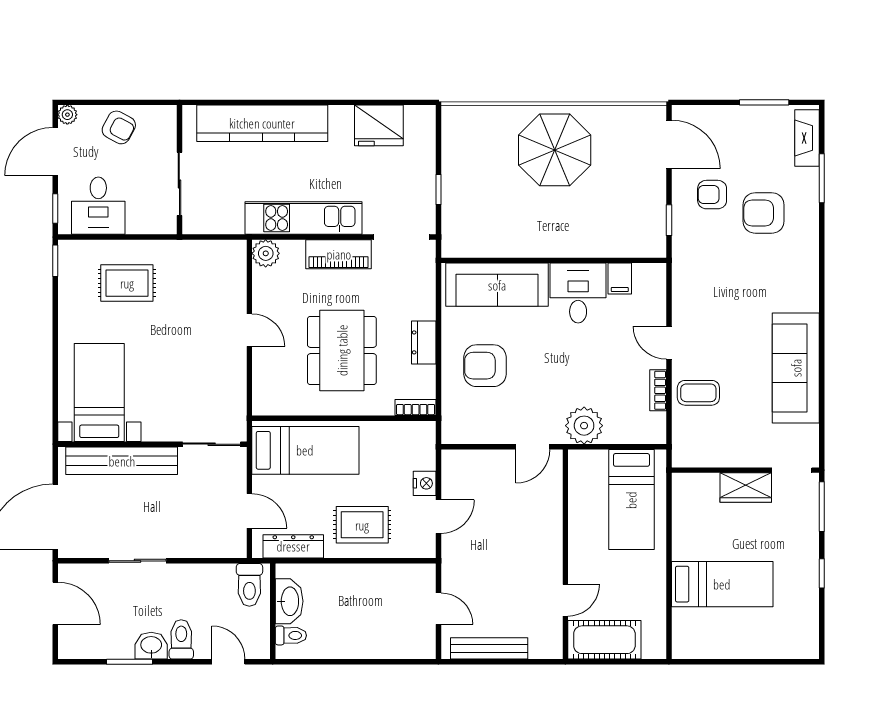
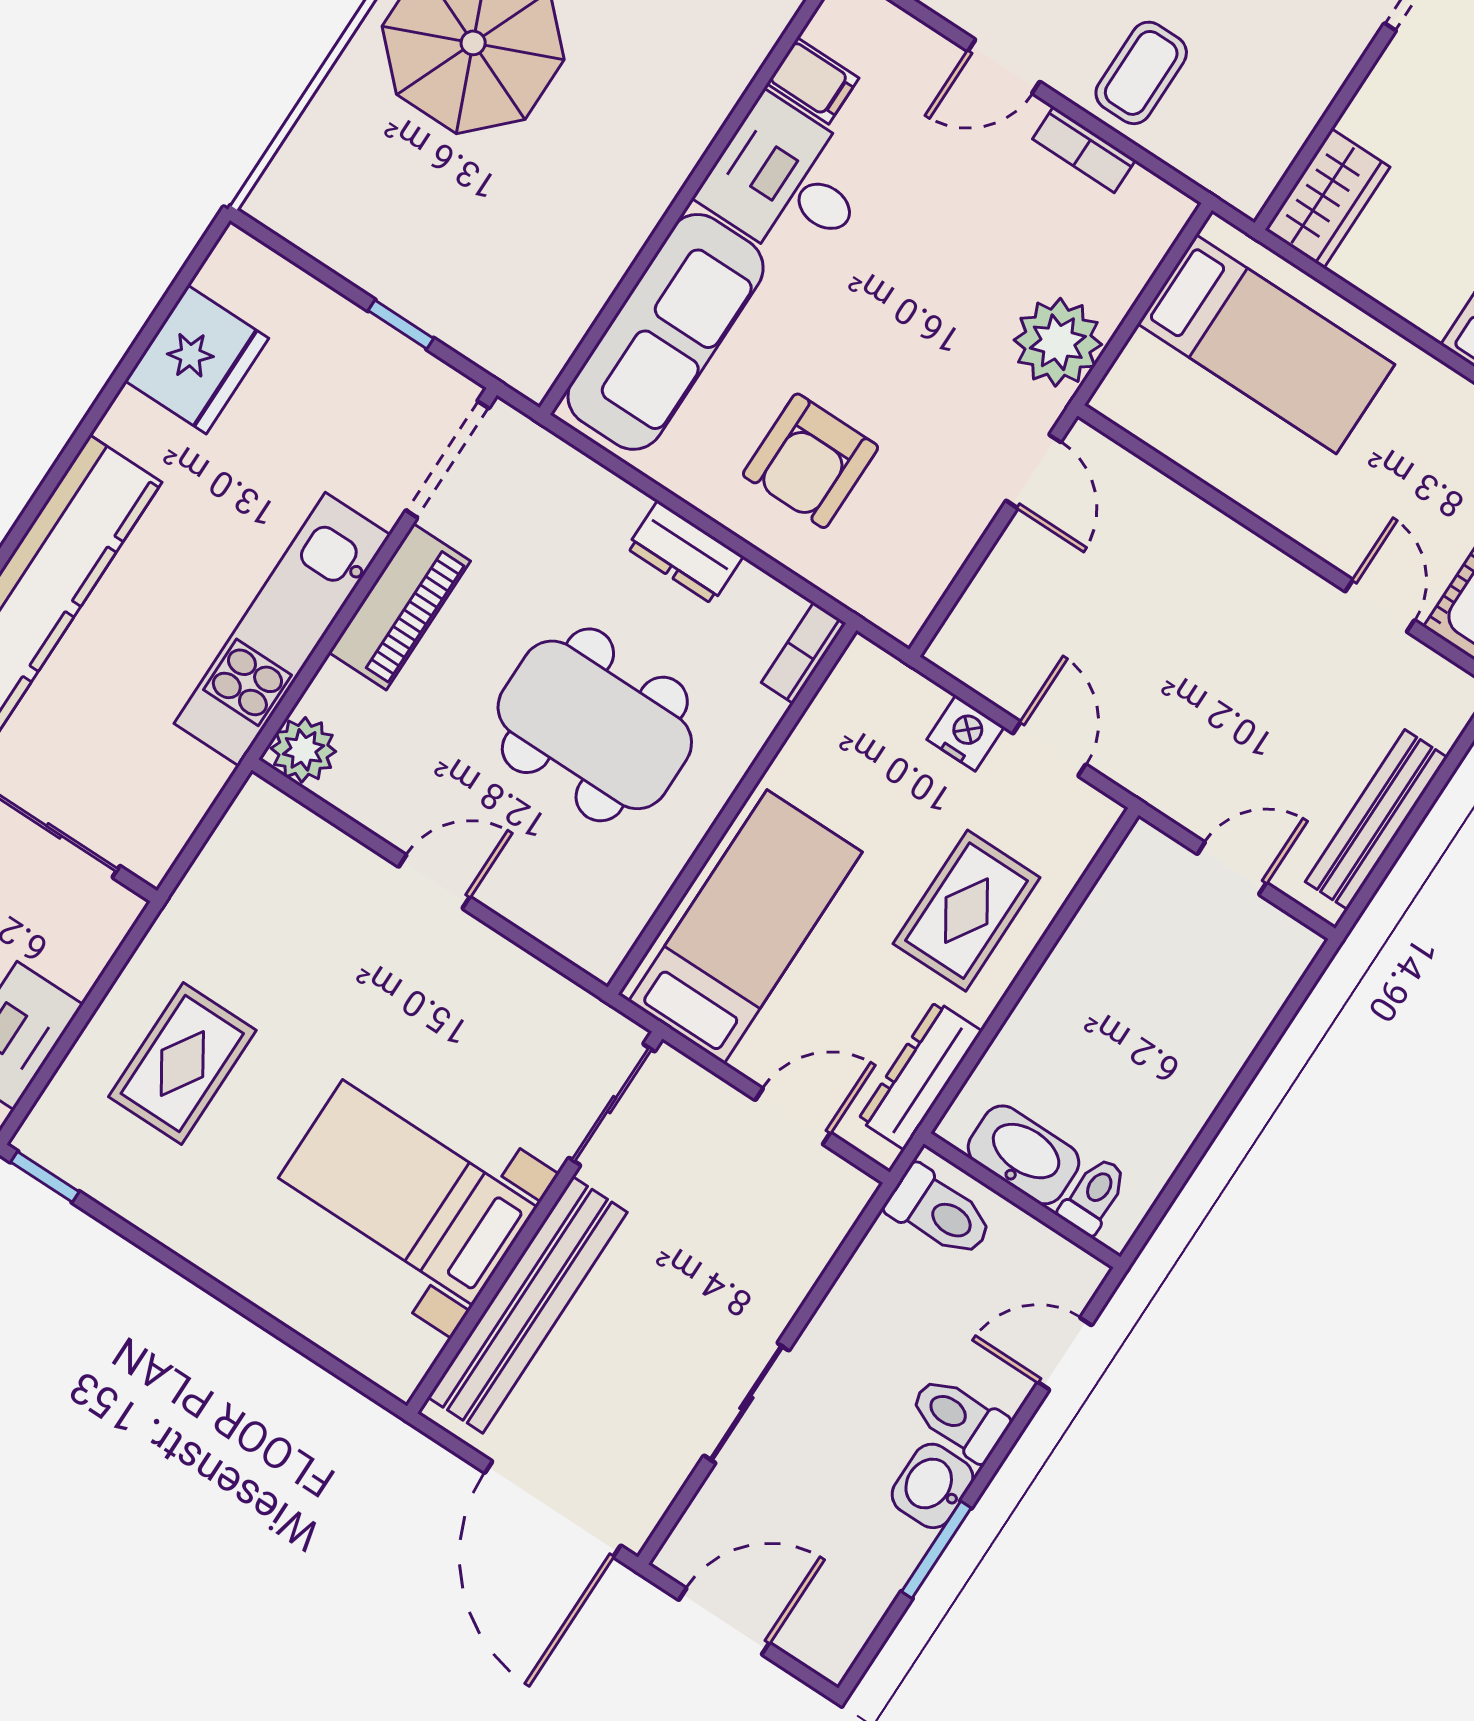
bed with nightstands: (99, 393) -> (408, 1193), moved
wardrobe: (746, 488) -> (1327, 198), moved

